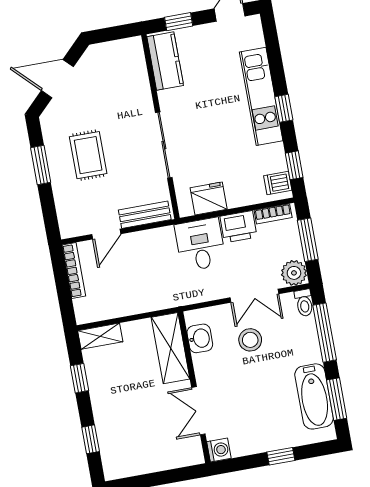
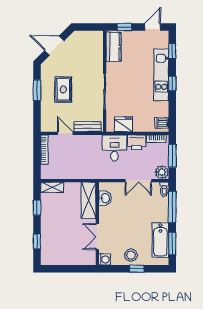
window: (294, 165) -> (172, 51), moved
door: (106, 234) -> (65, 133), swing flipped
stool: (250, 340) -> (131, 255), moved

